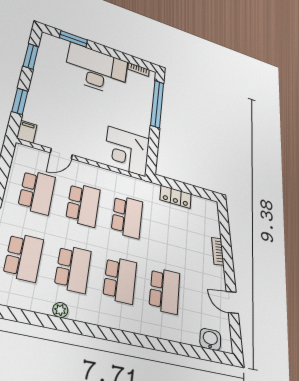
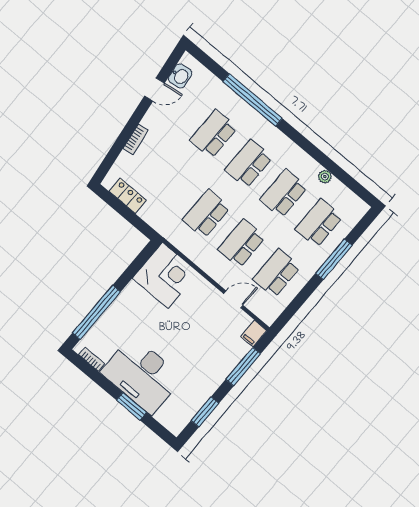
window: (74, 39) -> (131, 406), moved
window: (20, 101) -> (243, 367), width x1.44
locker: (176, 197) -> (128, 196), moved
door: (232, 302) -> (154, 90), hinge flipped
plant: (60, 310) -> (325, 177), moved
washbasin: (210, 339) -> (180, 76), moved, turned -98
window: (153, 343) -> (253, 100), added

